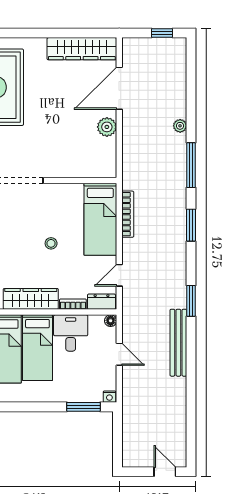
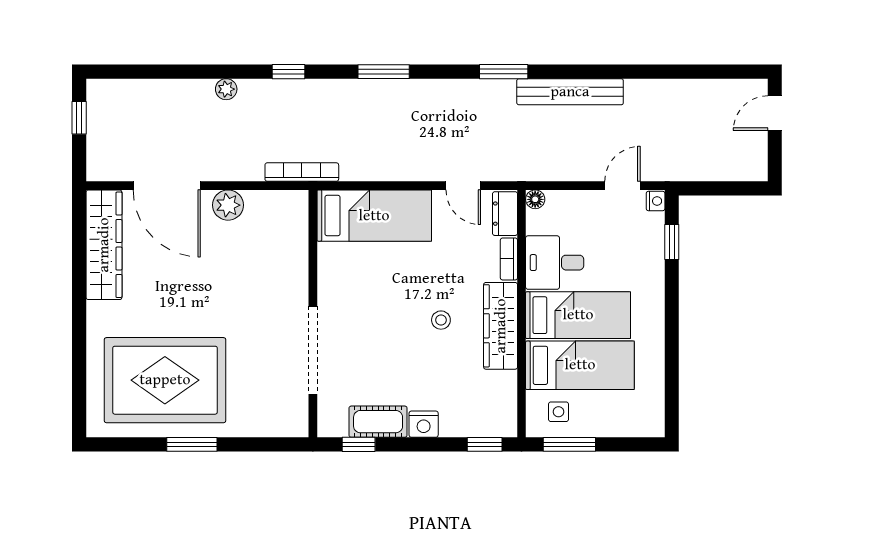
window: (191, 165) -> (288, 72), width x0.46
bookcase: (128, 214) -> (302, 172), moved
stool: (51, 243) -> (441, 320), moved
door: (119, 354) -> (622, 186), moved
window: (84, 407) -> (672, 242), width x0.67

